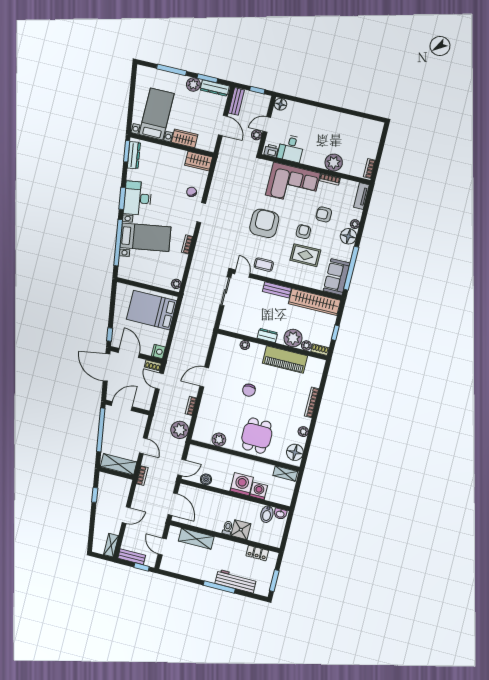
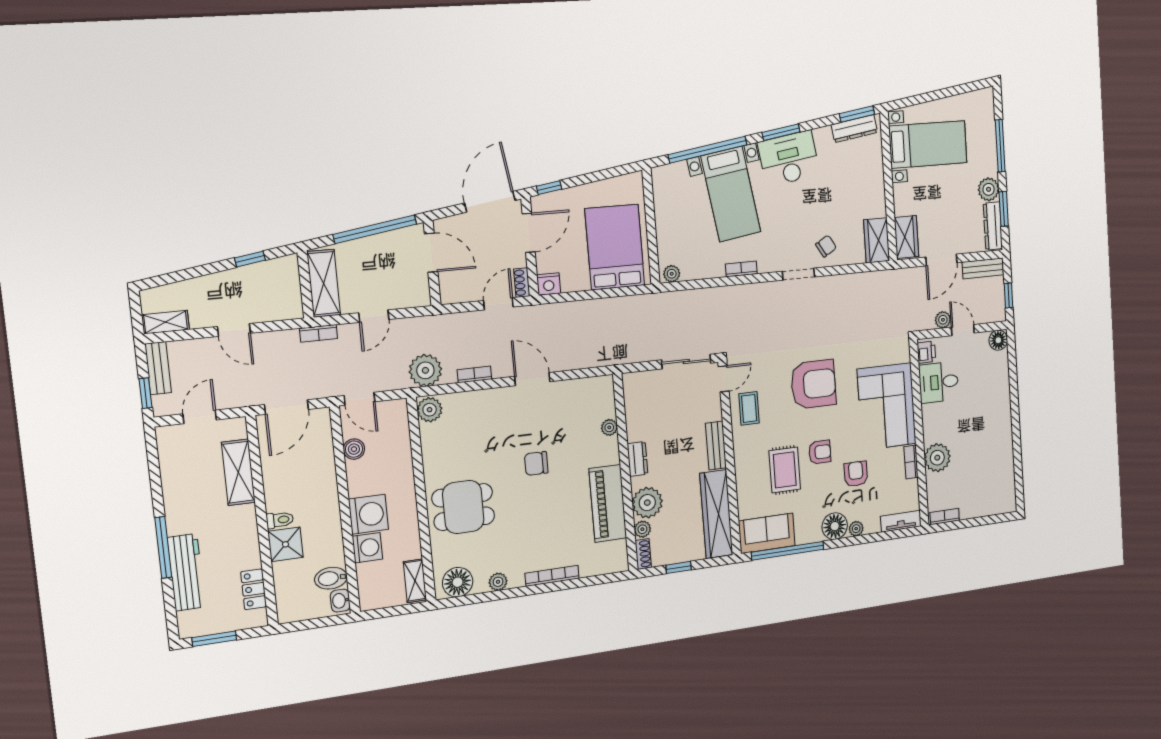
wardrobe: (185, 138) -> (907, 237), moved
plant: (219, 440) -> (430, 410), moved

